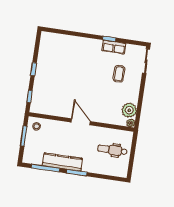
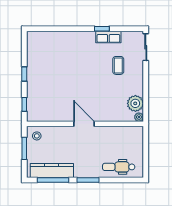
dental chair: (112, 150) -> (119, 167), moved
kitchen counter: (62, 162) -> (52, 171), moved

